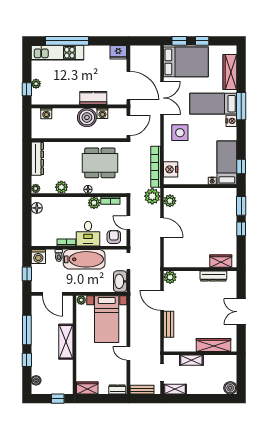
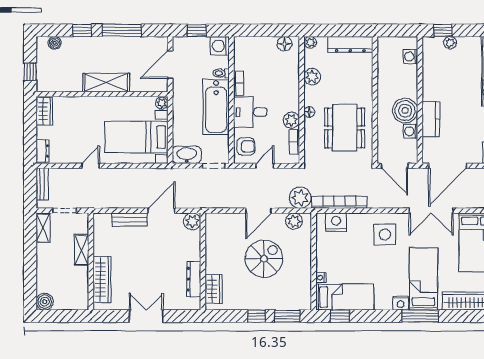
spiral stairs: (198, 223) -> (264, 259), added

